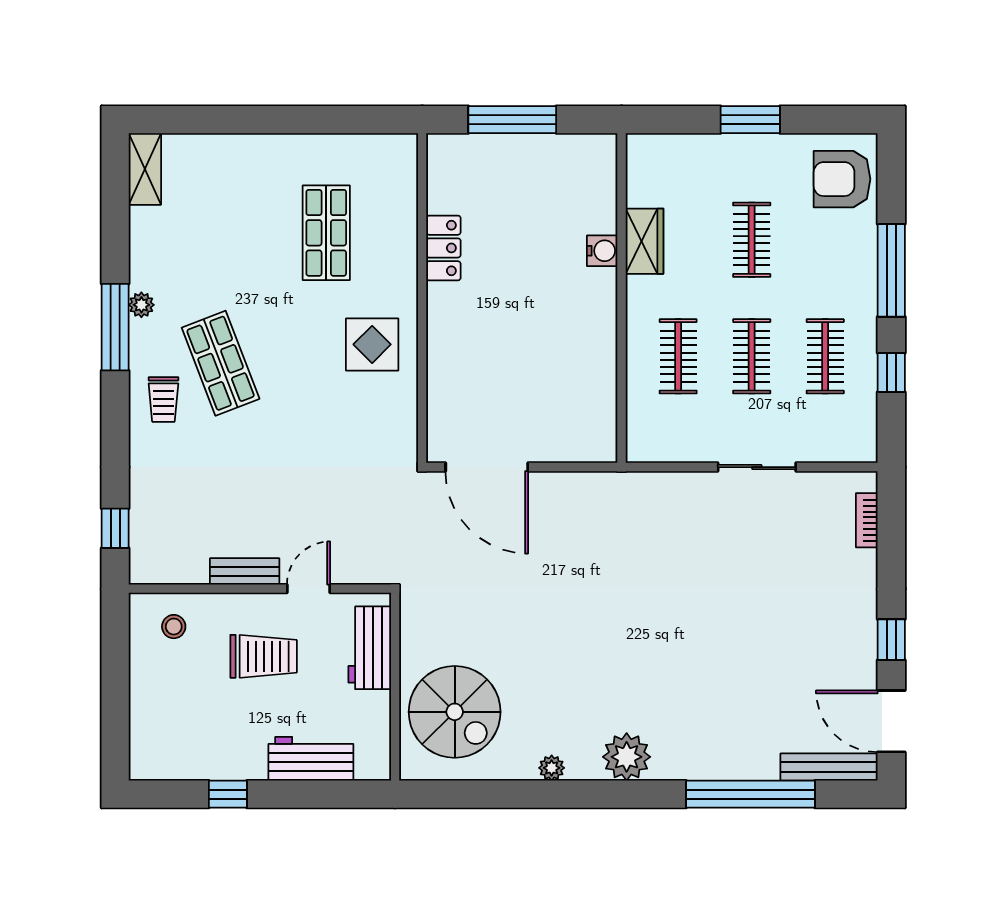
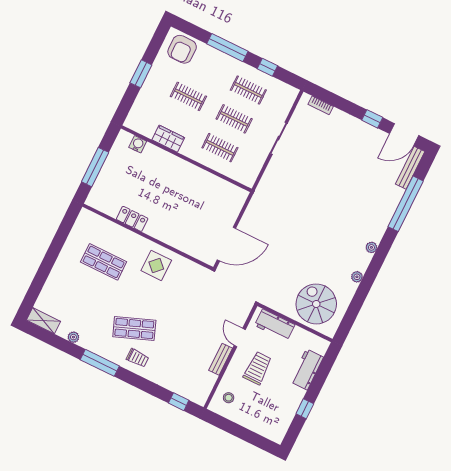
water cooler: (602, 251) -> (138, 144), moved
plant: (141, 305) -> (73, 337), moved
spiral stairs: (455, 712) -> (316, 304), turned -90
plant: (627, 757) -> (371, 247), width x0.53, depth x0.53

